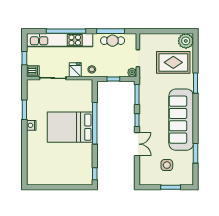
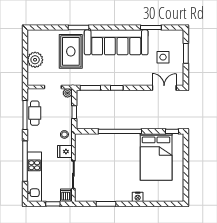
kitchen unit: (60, 40) -> (34, 177), width x0.73
plant: (186, 41) -> (35, 60), moved
rug: (173, 62) -> (71, 51), moved
nightstand: (31, 125) -> (138, 197), moved
bed: (70, 127) -> (156, 157), moved
double door: (137, 144) -> (164, 88), moved

